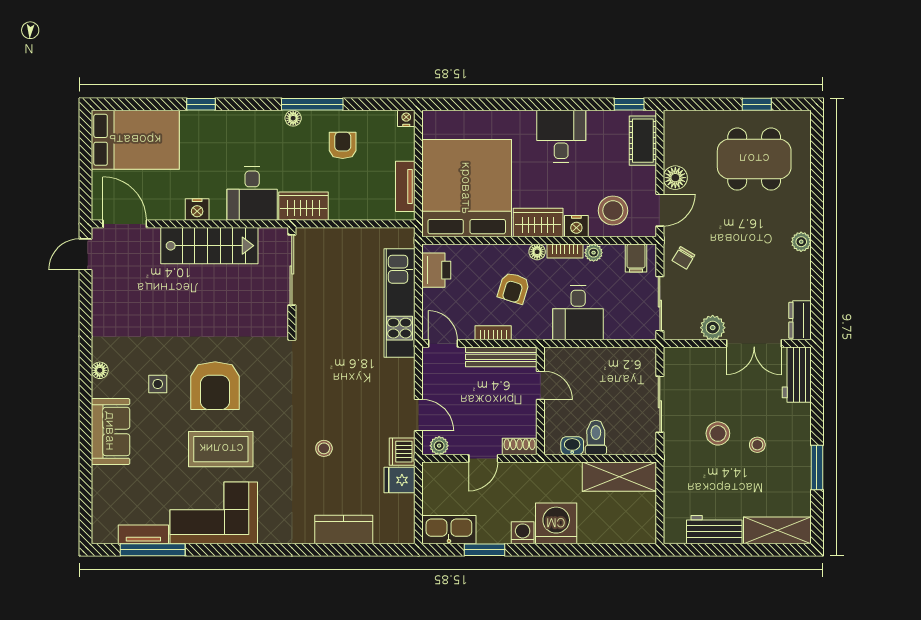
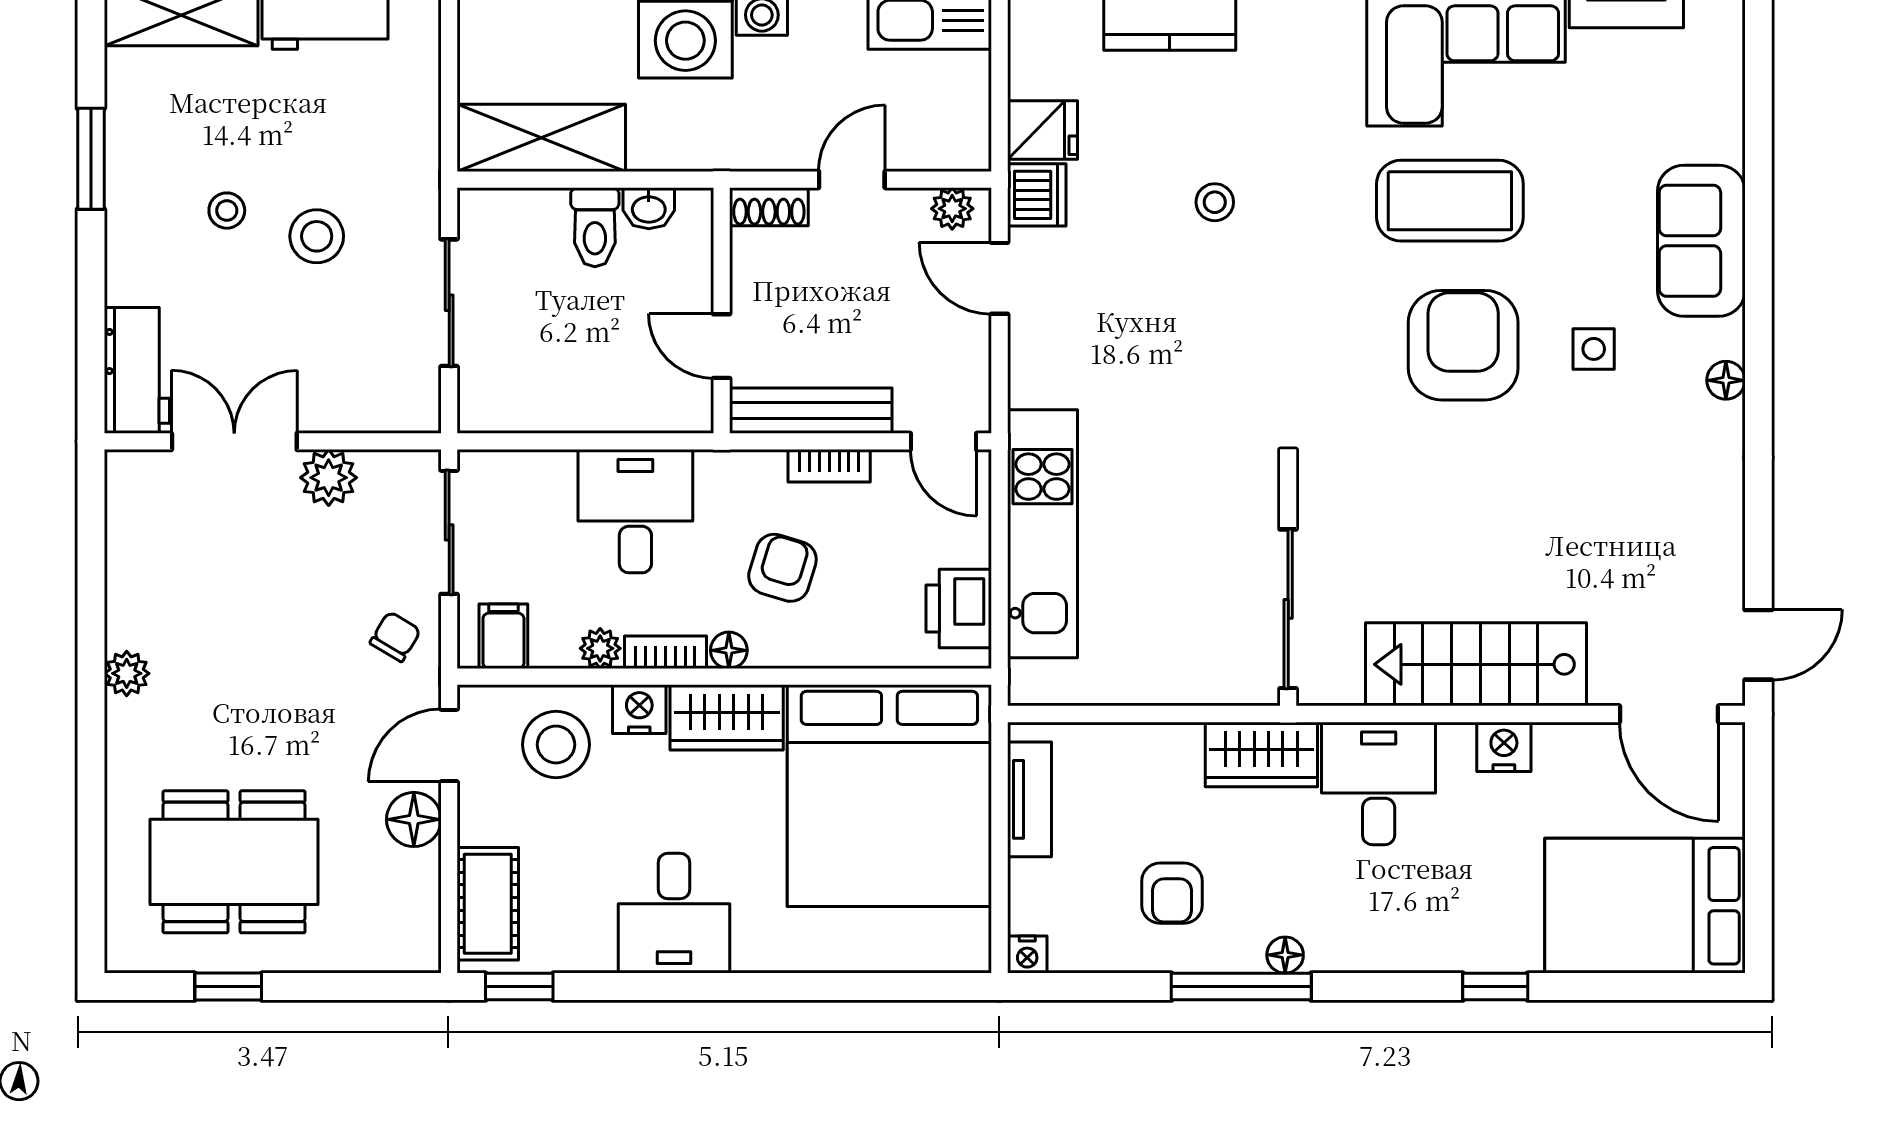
dresser: (800, 320) -> (130, 494), removed

